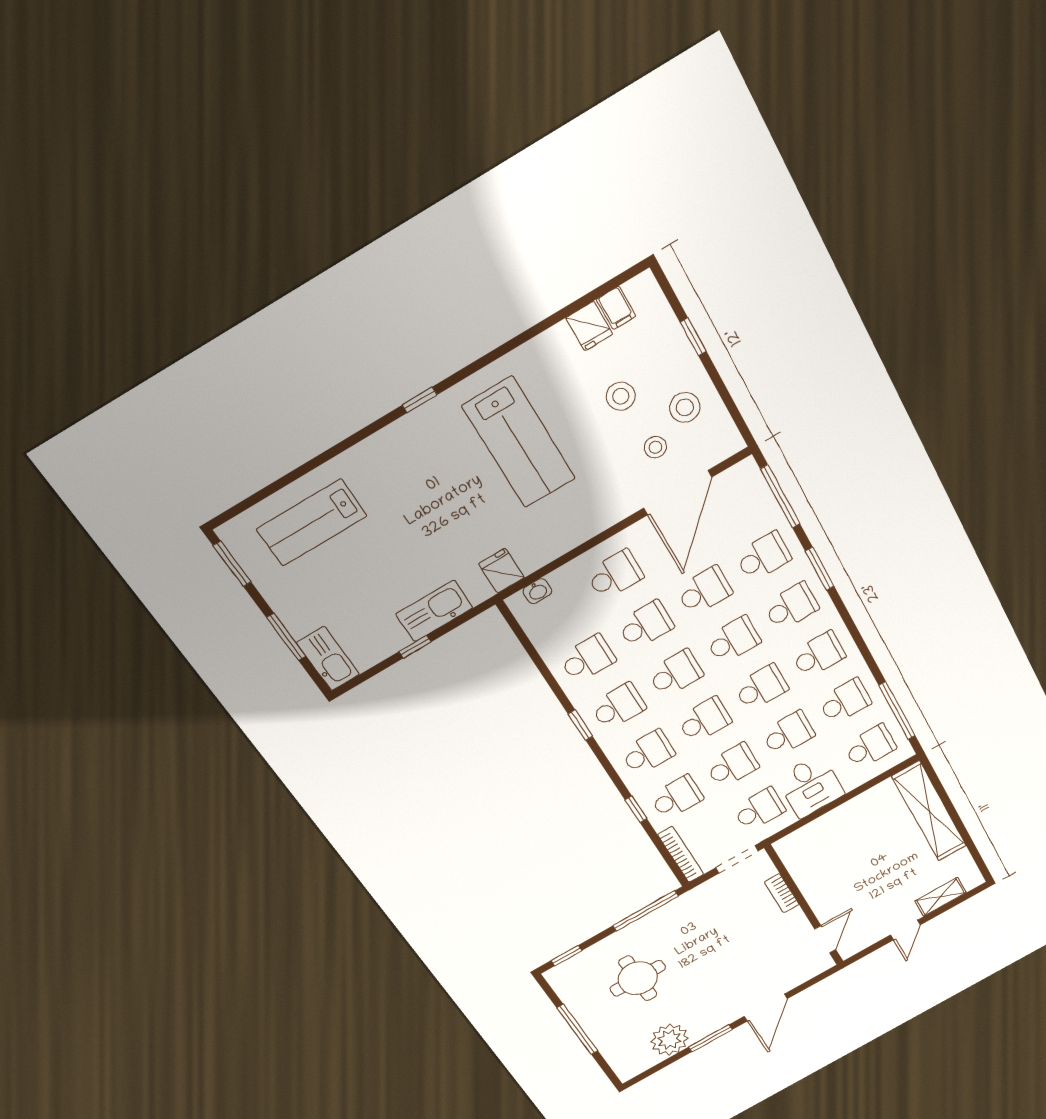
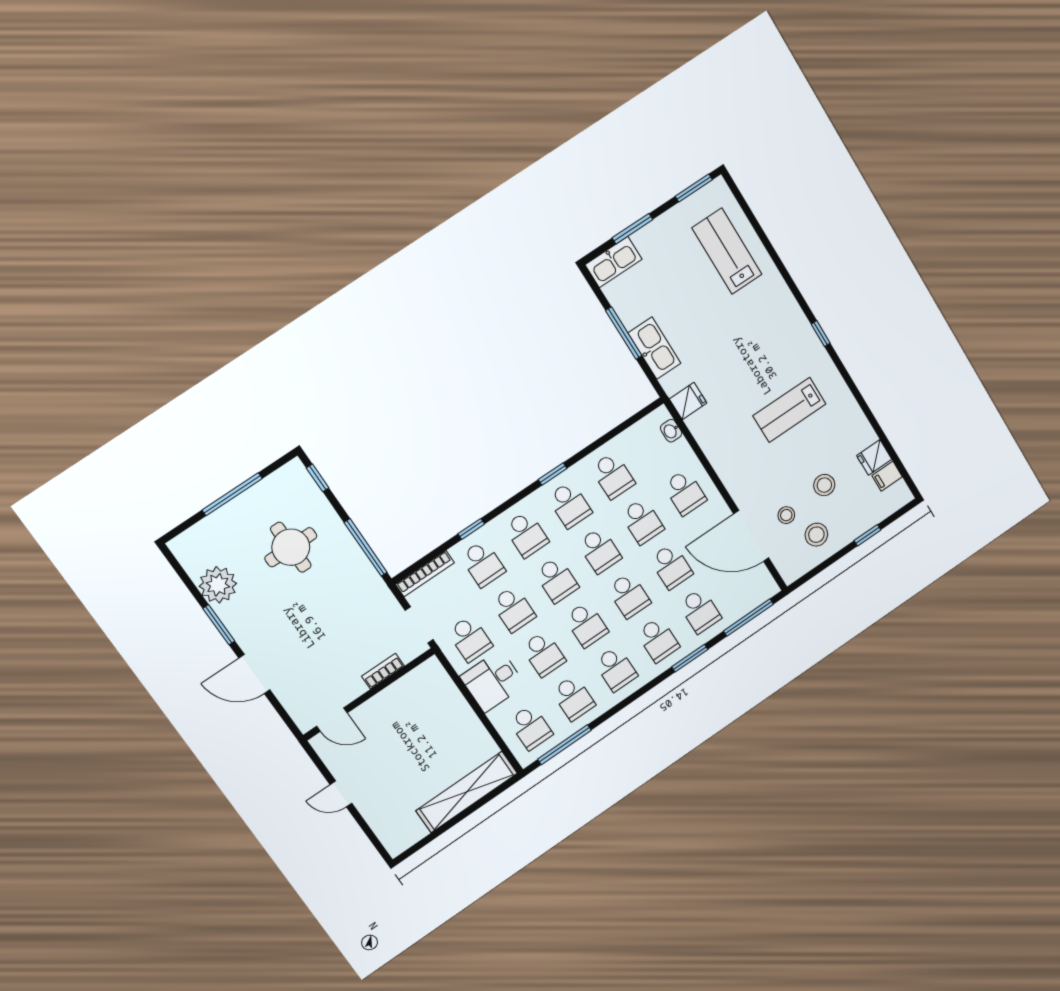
lab bench: (519, 442) -> (789, 410), width x0.73, depth x0.72
window: (415, 647) -> (624, 333), width x2.17
shelving: (941, 897) -> (377, 820), removed

